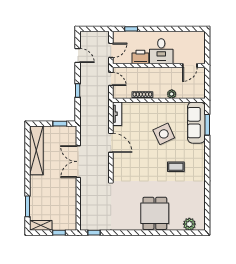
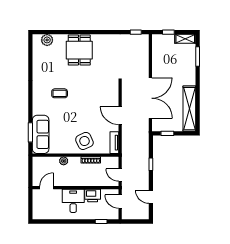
door: (111, 50) -> (120, 202), hinge flipped
side table: (164, 134) -> (84, 141), moved
double door: (78, 162) -> (150, 98), width x1.36

